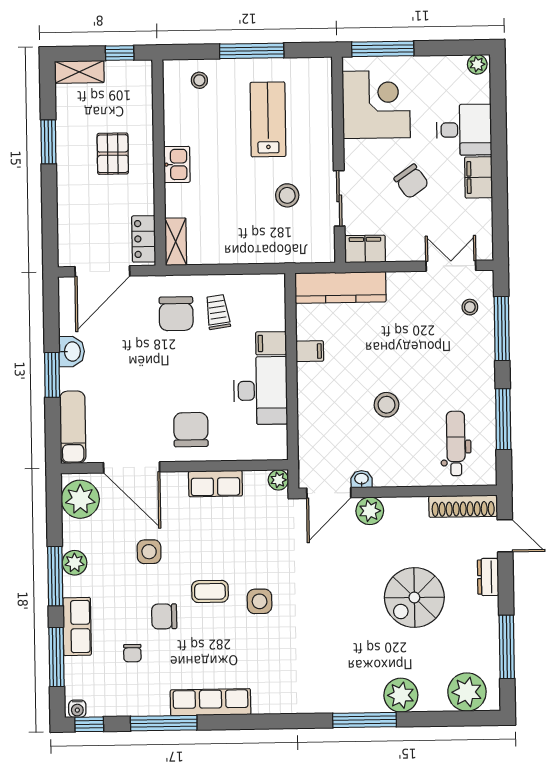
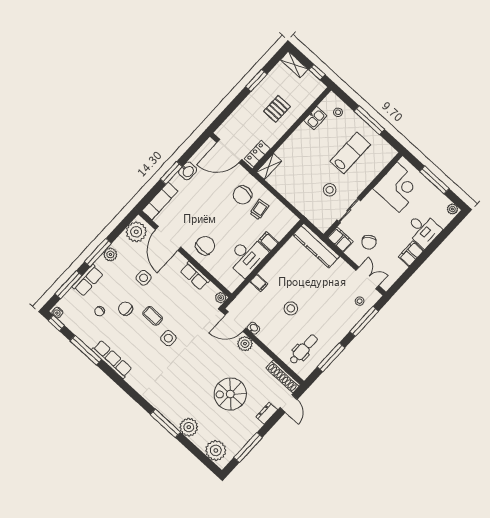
window: (383, 49) -> (434, 180), moved
kitchen sink: (177, 164) -> (315, 118), moved
chair: (411, 181) -> (369, 242), moved
filing cabinet: (310, 351) -> (259, 283), moved

